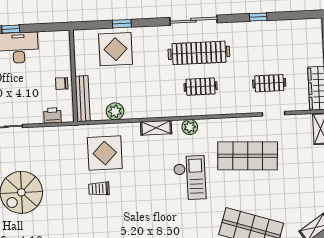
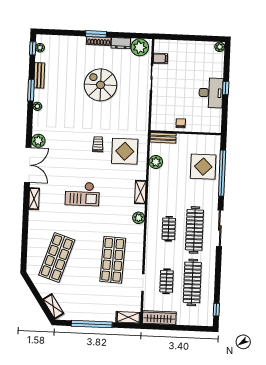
window: (258, 17) -> (216, 310), moved
window: (122, 24) -> (222, 173), width x3.17
clothes rail: (268, 50) -> (192, 282), added
bench: (83, 99) -> (163, 138), width x0.73
printer: (52, 115) -> (157, 114), removed
checkout: (190, 178) -> (82, 194), moved

